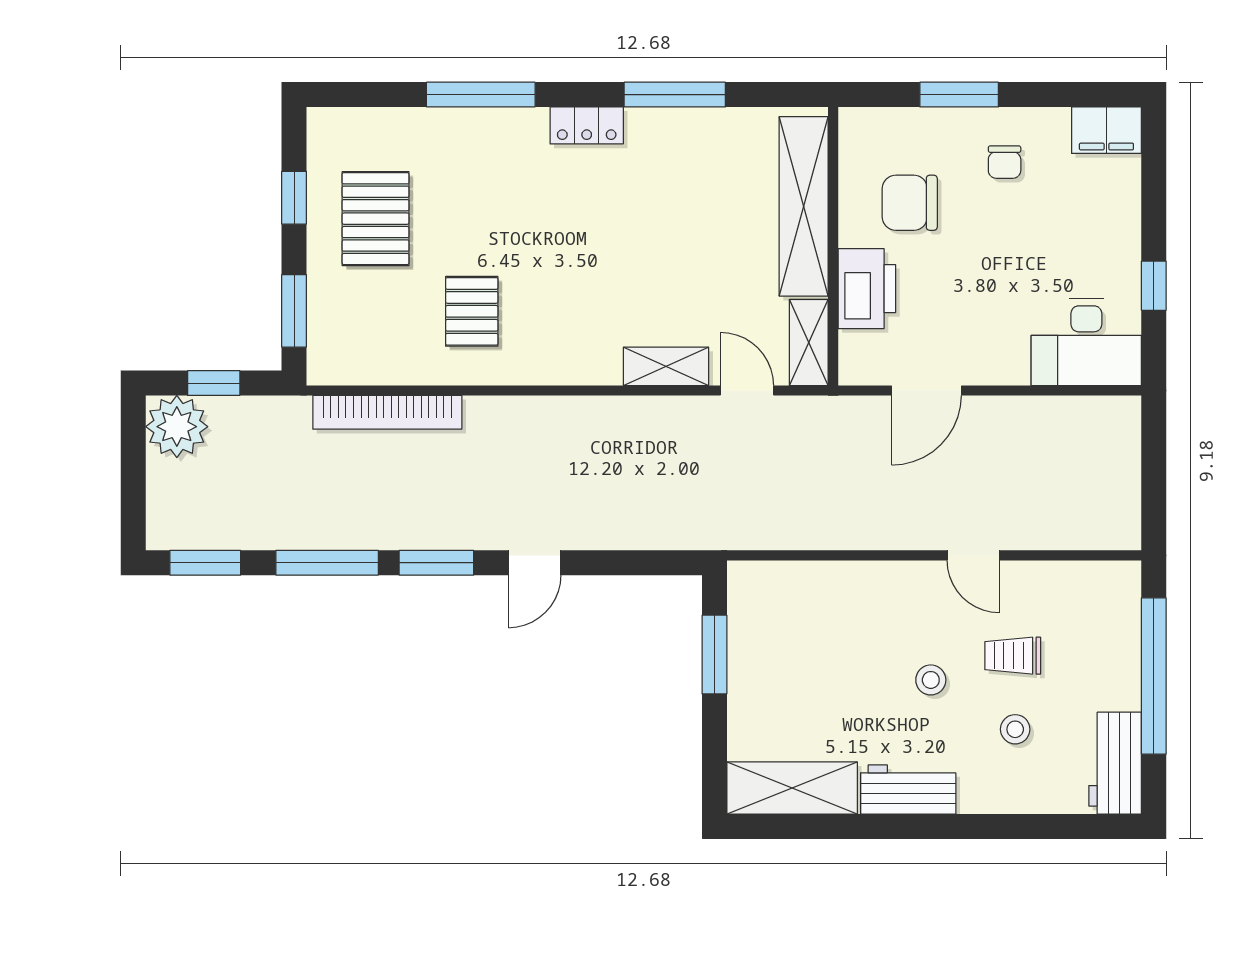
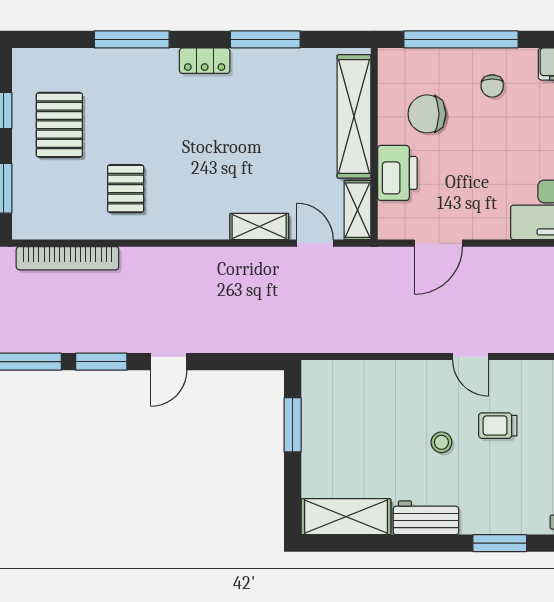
window: (959, 95) -> (461, 39), width x2.11
stool: (1015, 729) -> (499, 476), removed
window: (1016, 827) -> (500, 543), added

